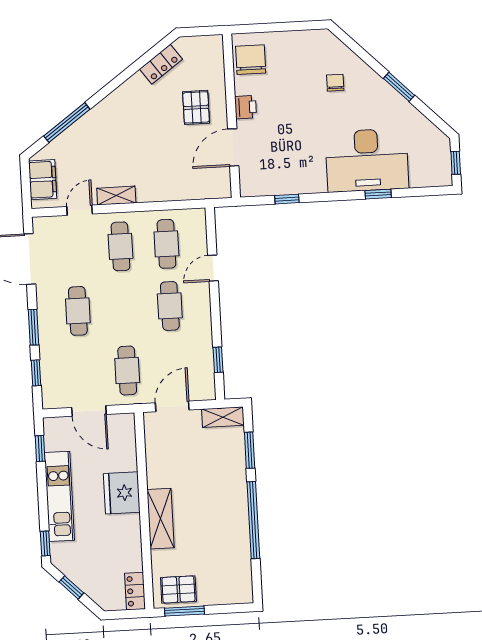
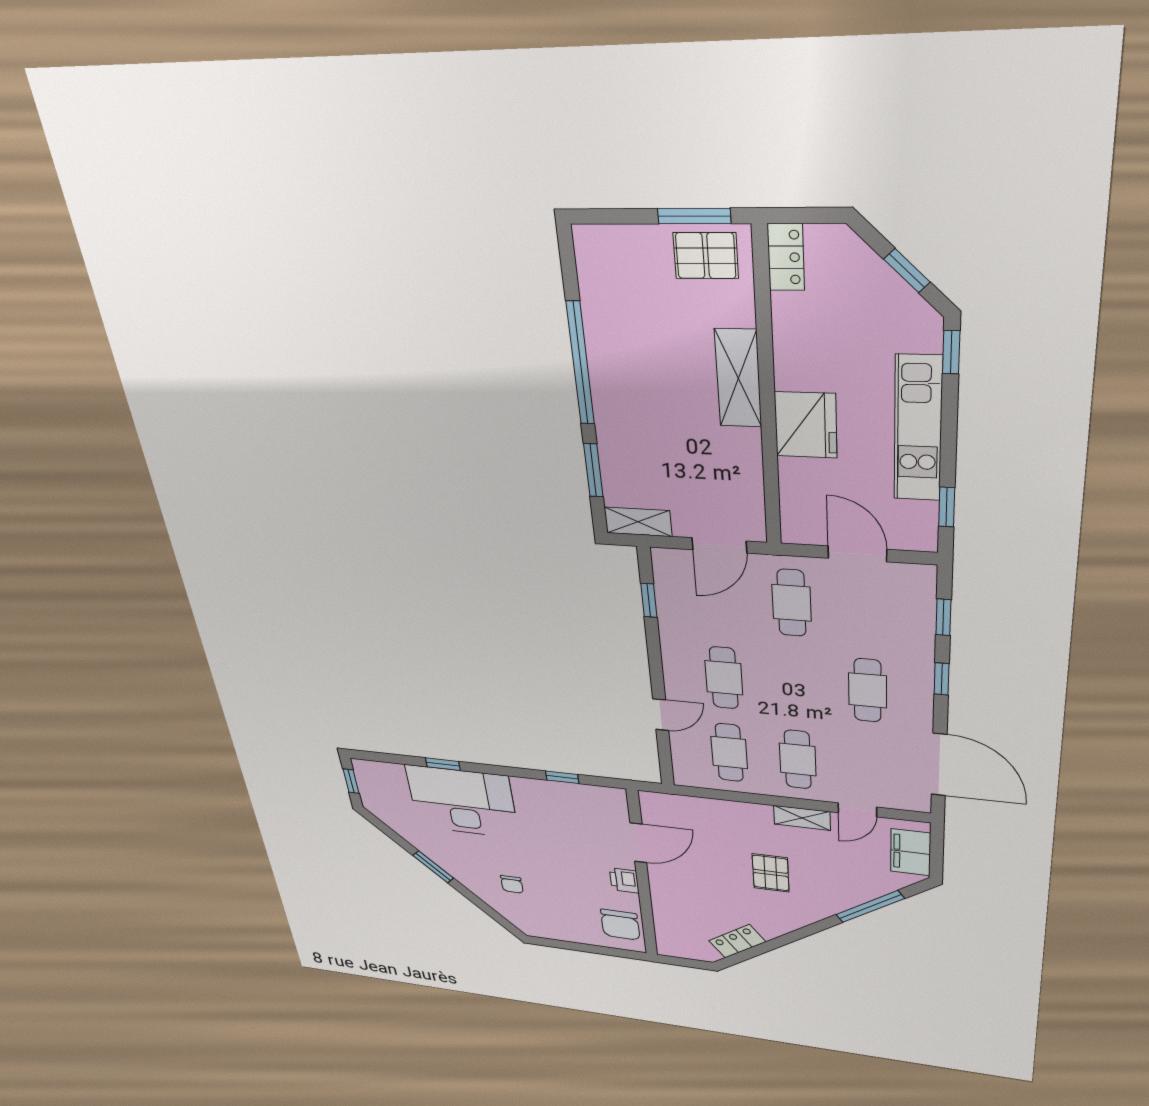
pallet: (196, 107) -> (771, 873), moved
window: (34, 327) -> (942, 679), width x0.67

